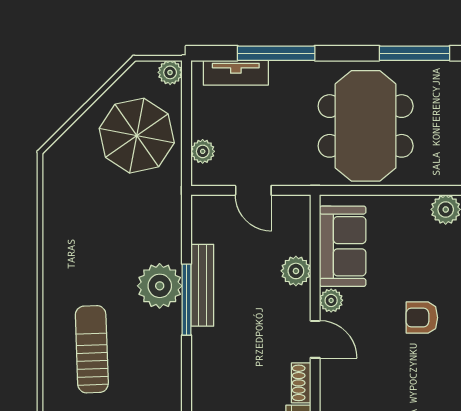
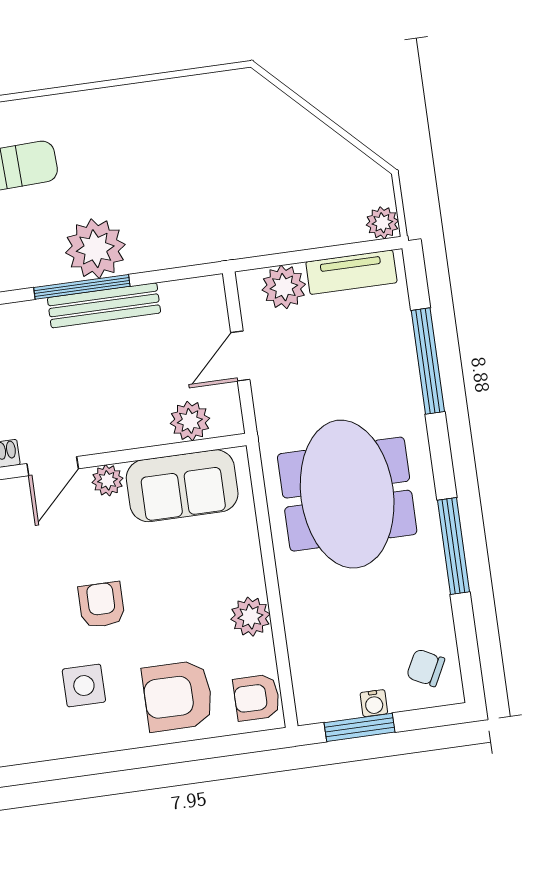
tv unit: (236, 73) -> (351, 272), moved, turned -90
meeting table: (366, 126) -> (347, 494), turned 90
parasol: (137, 136) -> (292, 190), removed
plant: (203, 151) -> (284, 287), width x1.38, depth x1.38
plant: (296, 271) -> (190, 421), moved

